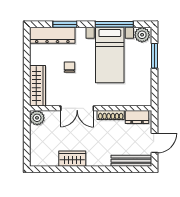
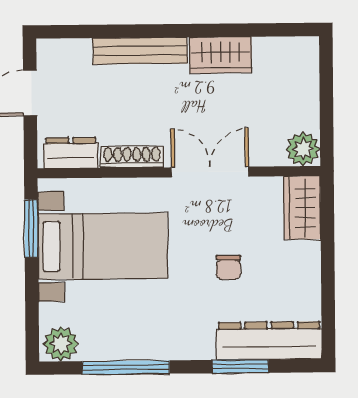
bed with nightstands: (110, 55) -> (103, 246), moved, turned 90
window: (154, 56) -> (31, 228), moved
wardrobe: (38, 86) -> (302, 208), width x0.67
bench: (131, 161) -> (140, 51), moved

